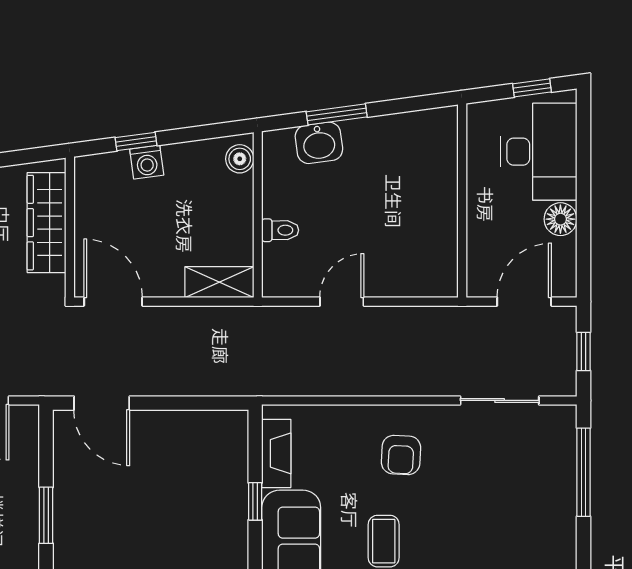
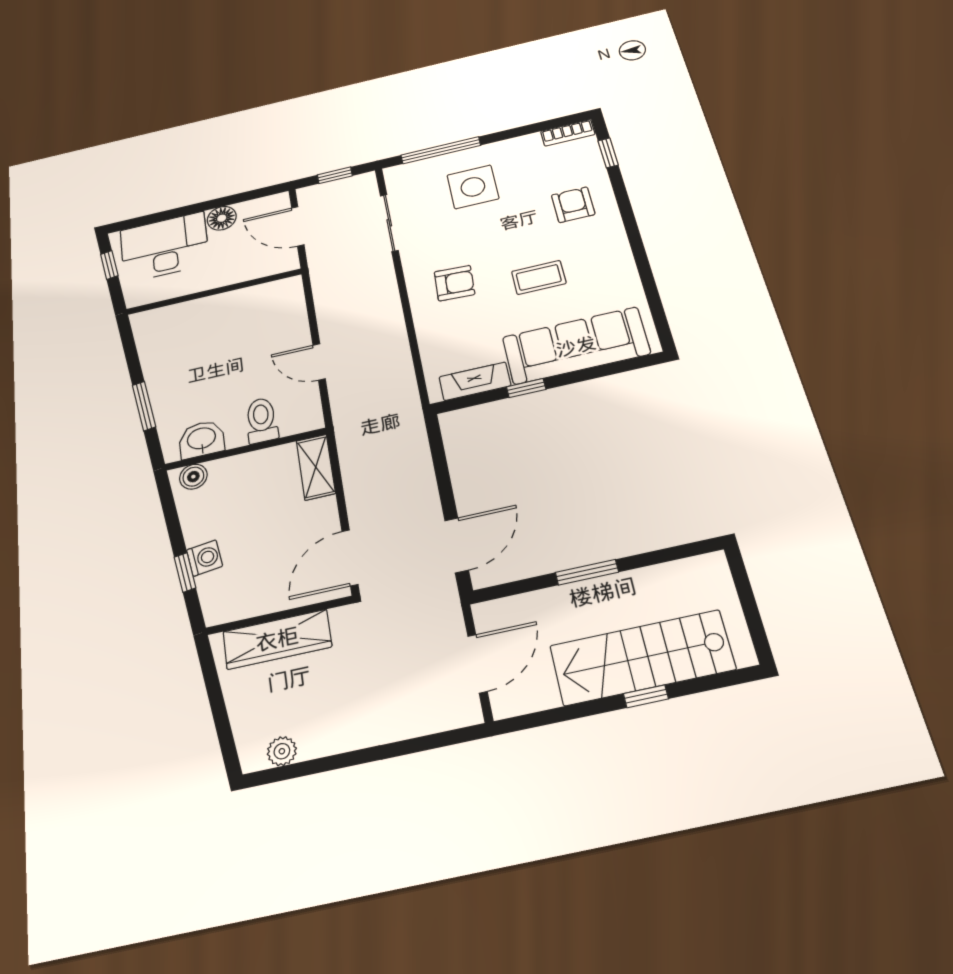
washbasin: (319, 143) -> (201, 439), moved, turned -82
toilet: (280, 230) -> (262, 420), width x1.37, depth x1.39
side table: (522, 497) -> (473, 187), added

